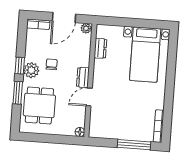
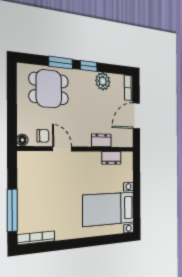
door: (64, 18) -> (136, 116), hinge flipped
plant: (86, 28) -> (128, 140), removed
chair: (52, 64) -> (43, 136), moved
plant: (31, 70) -> (103, 81), moved
dresser: (83, 77) -> (101, 140), moved

